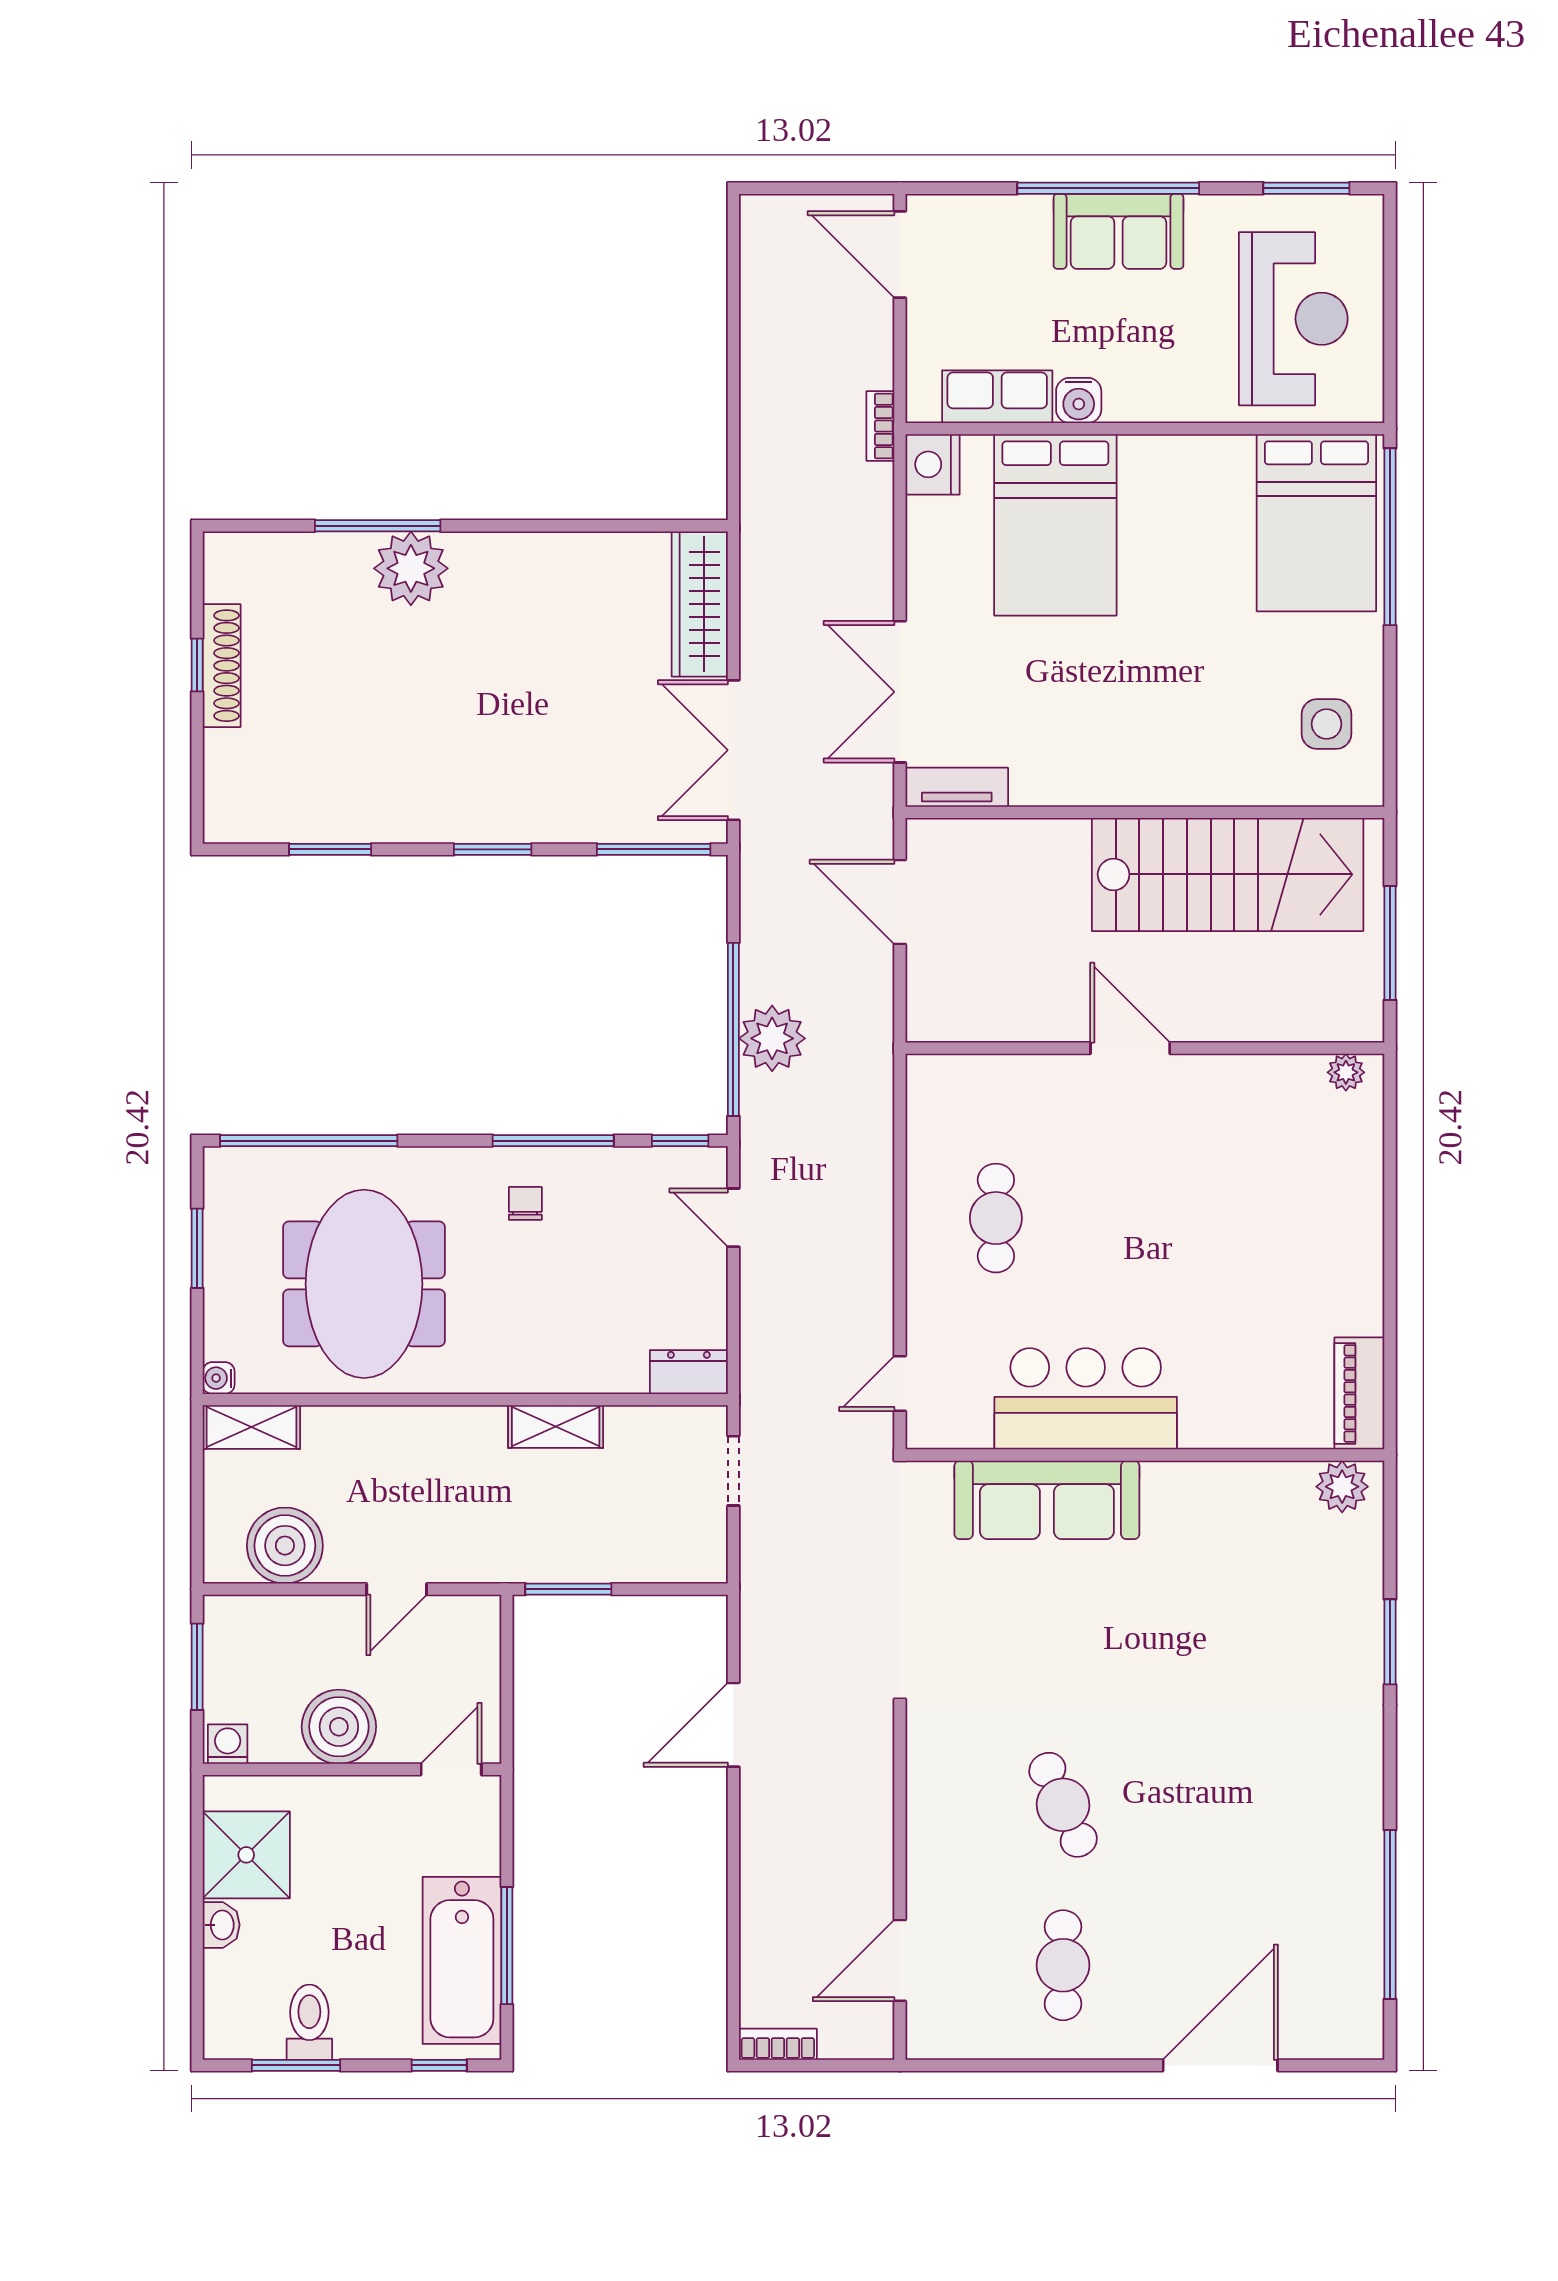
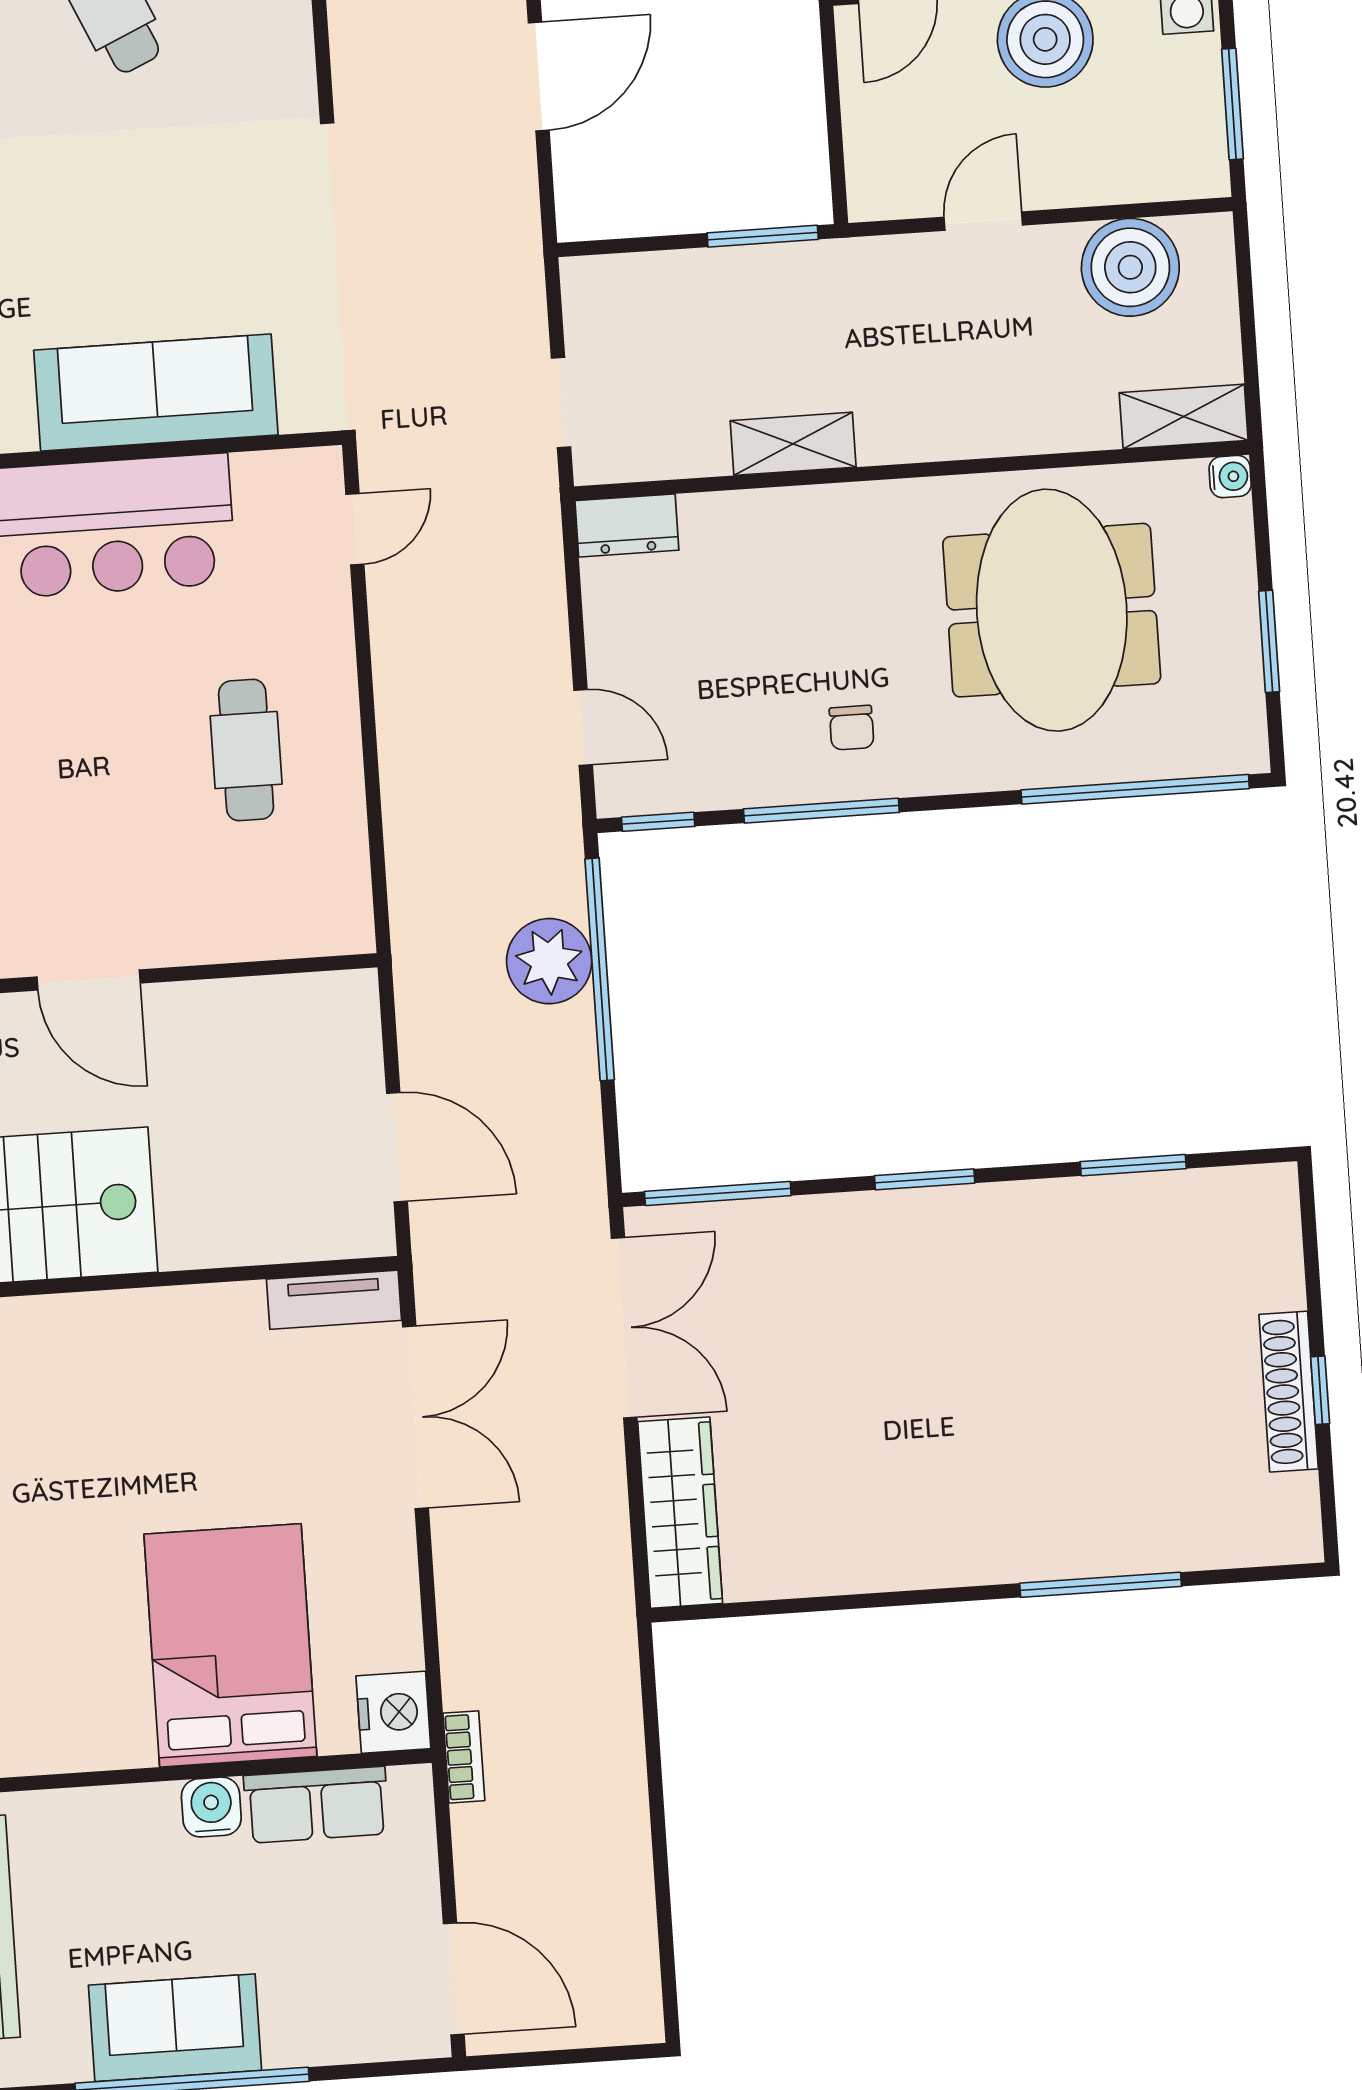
plant: (411, 568) -> (1054, 1533), removed

